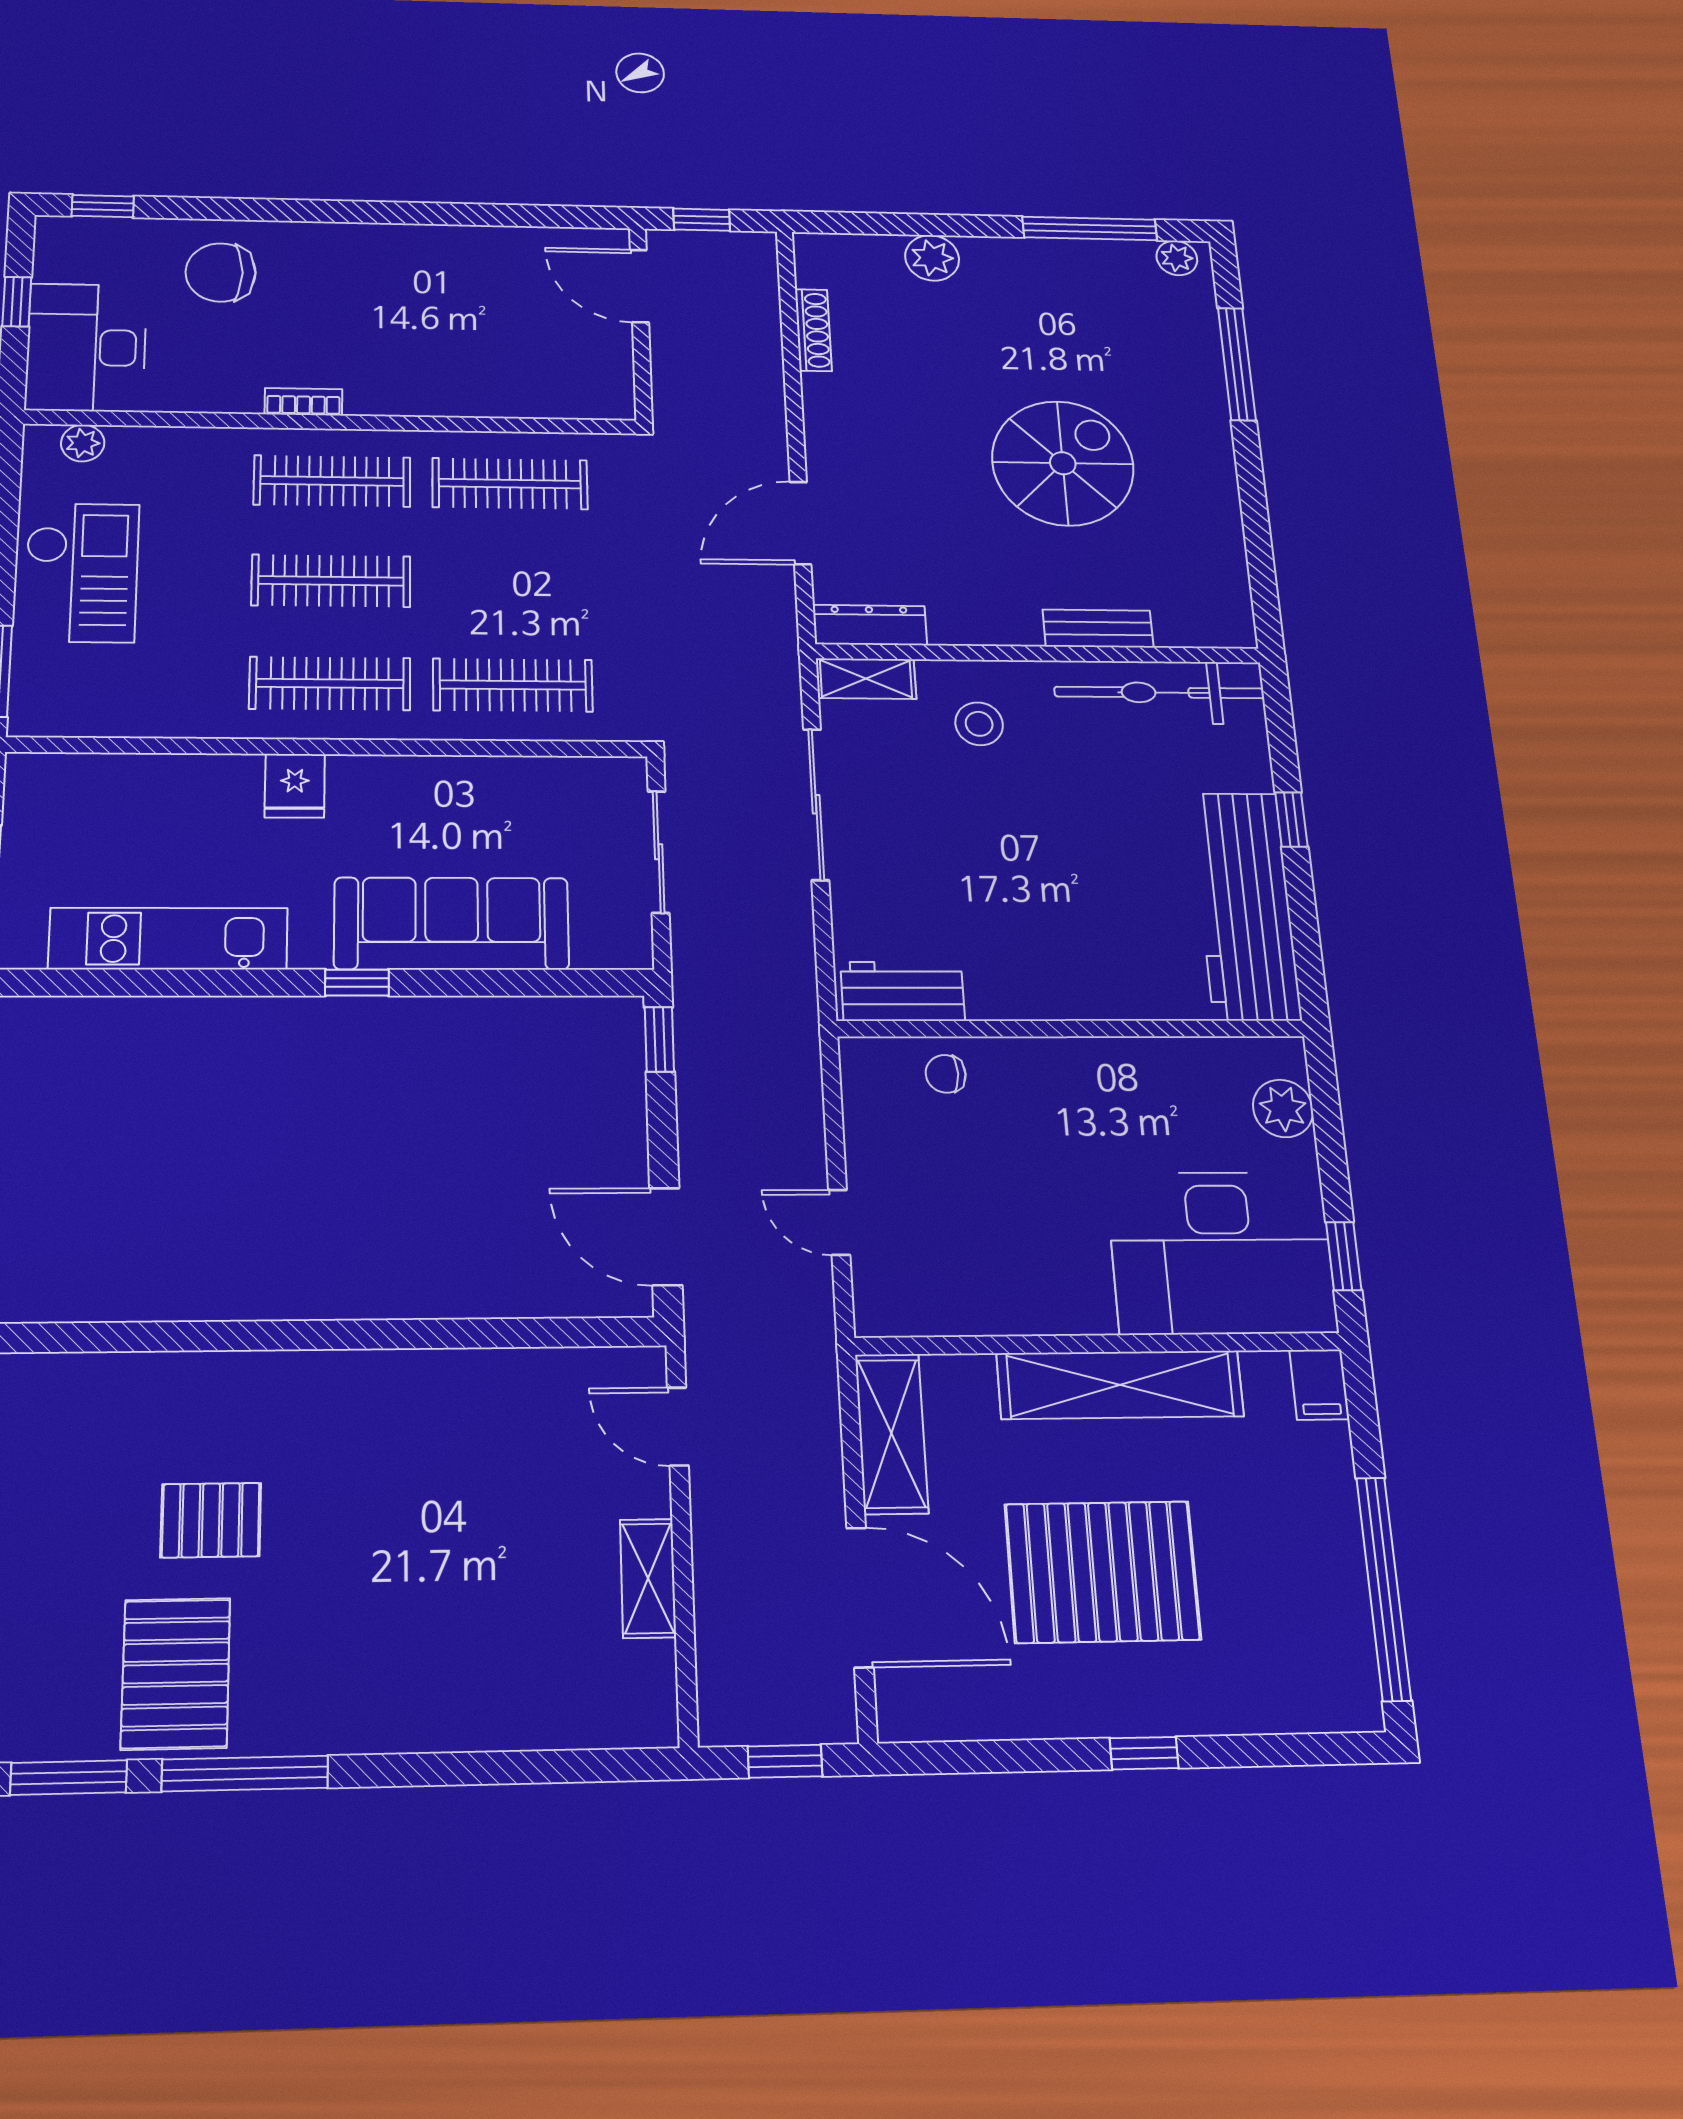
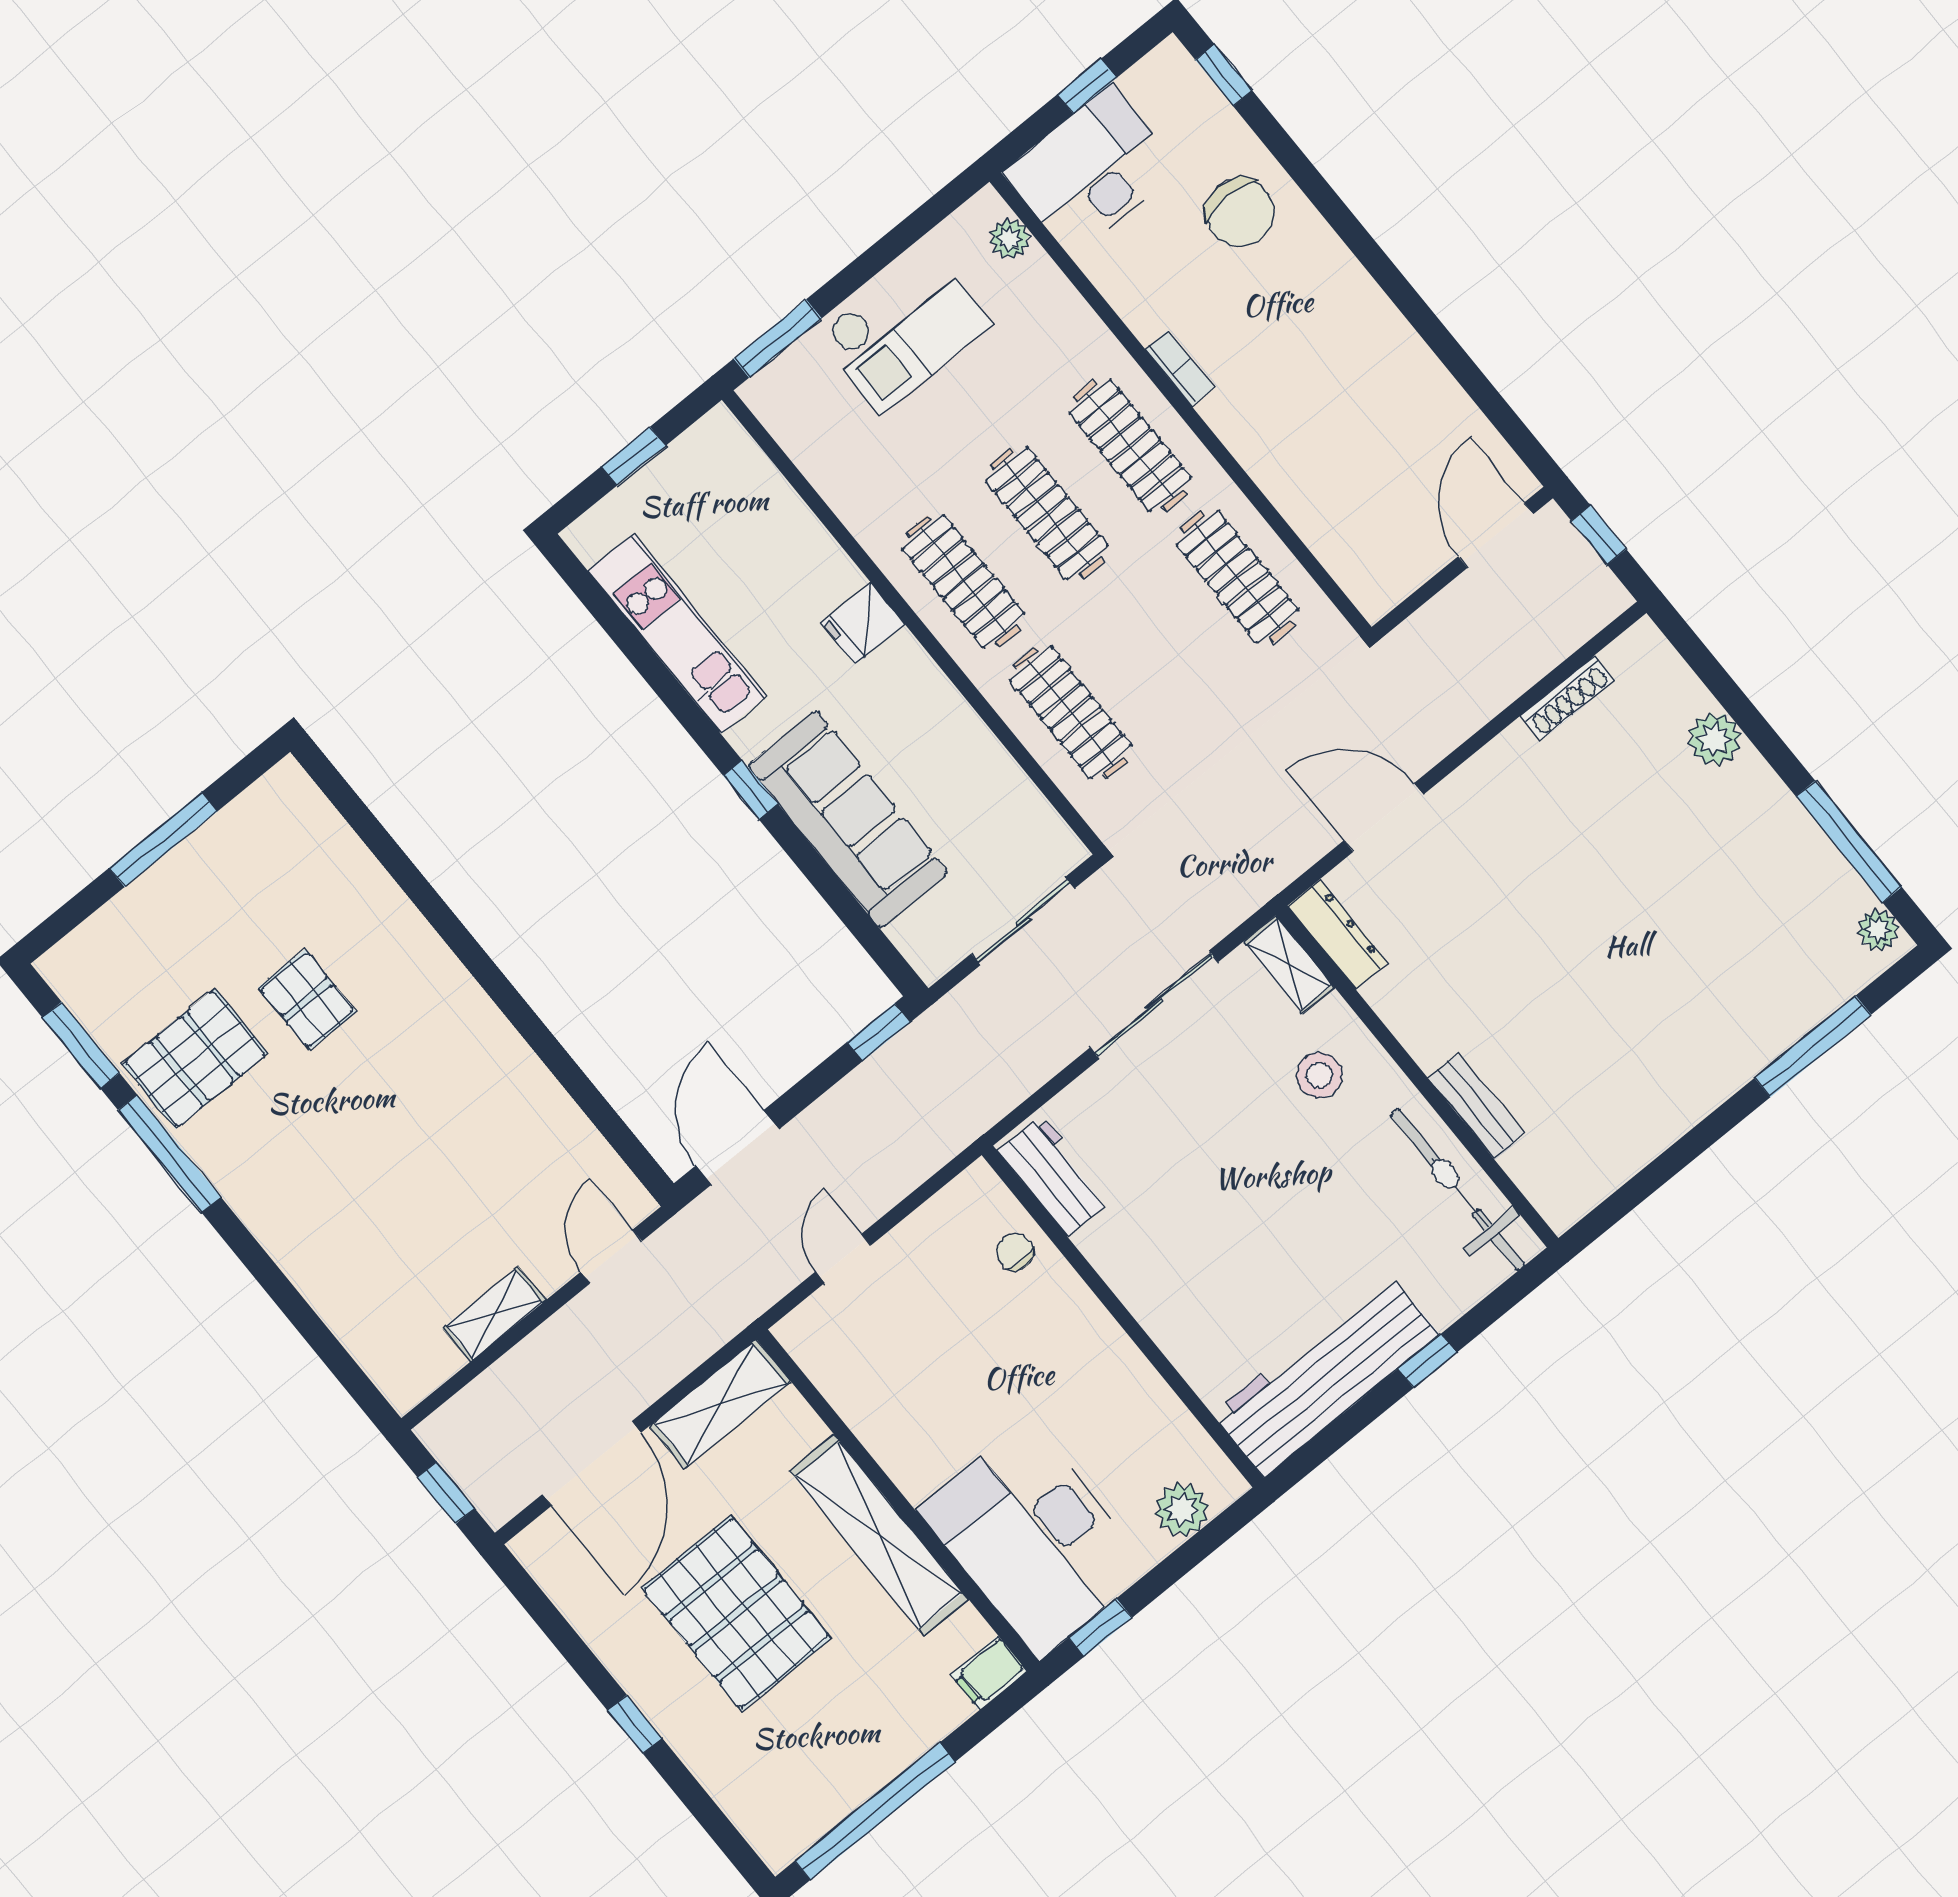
chair: (221, 272) -> (1240, 213), turned 180
spiral stairs: (1063, 463) -> (1604, 976), removed

